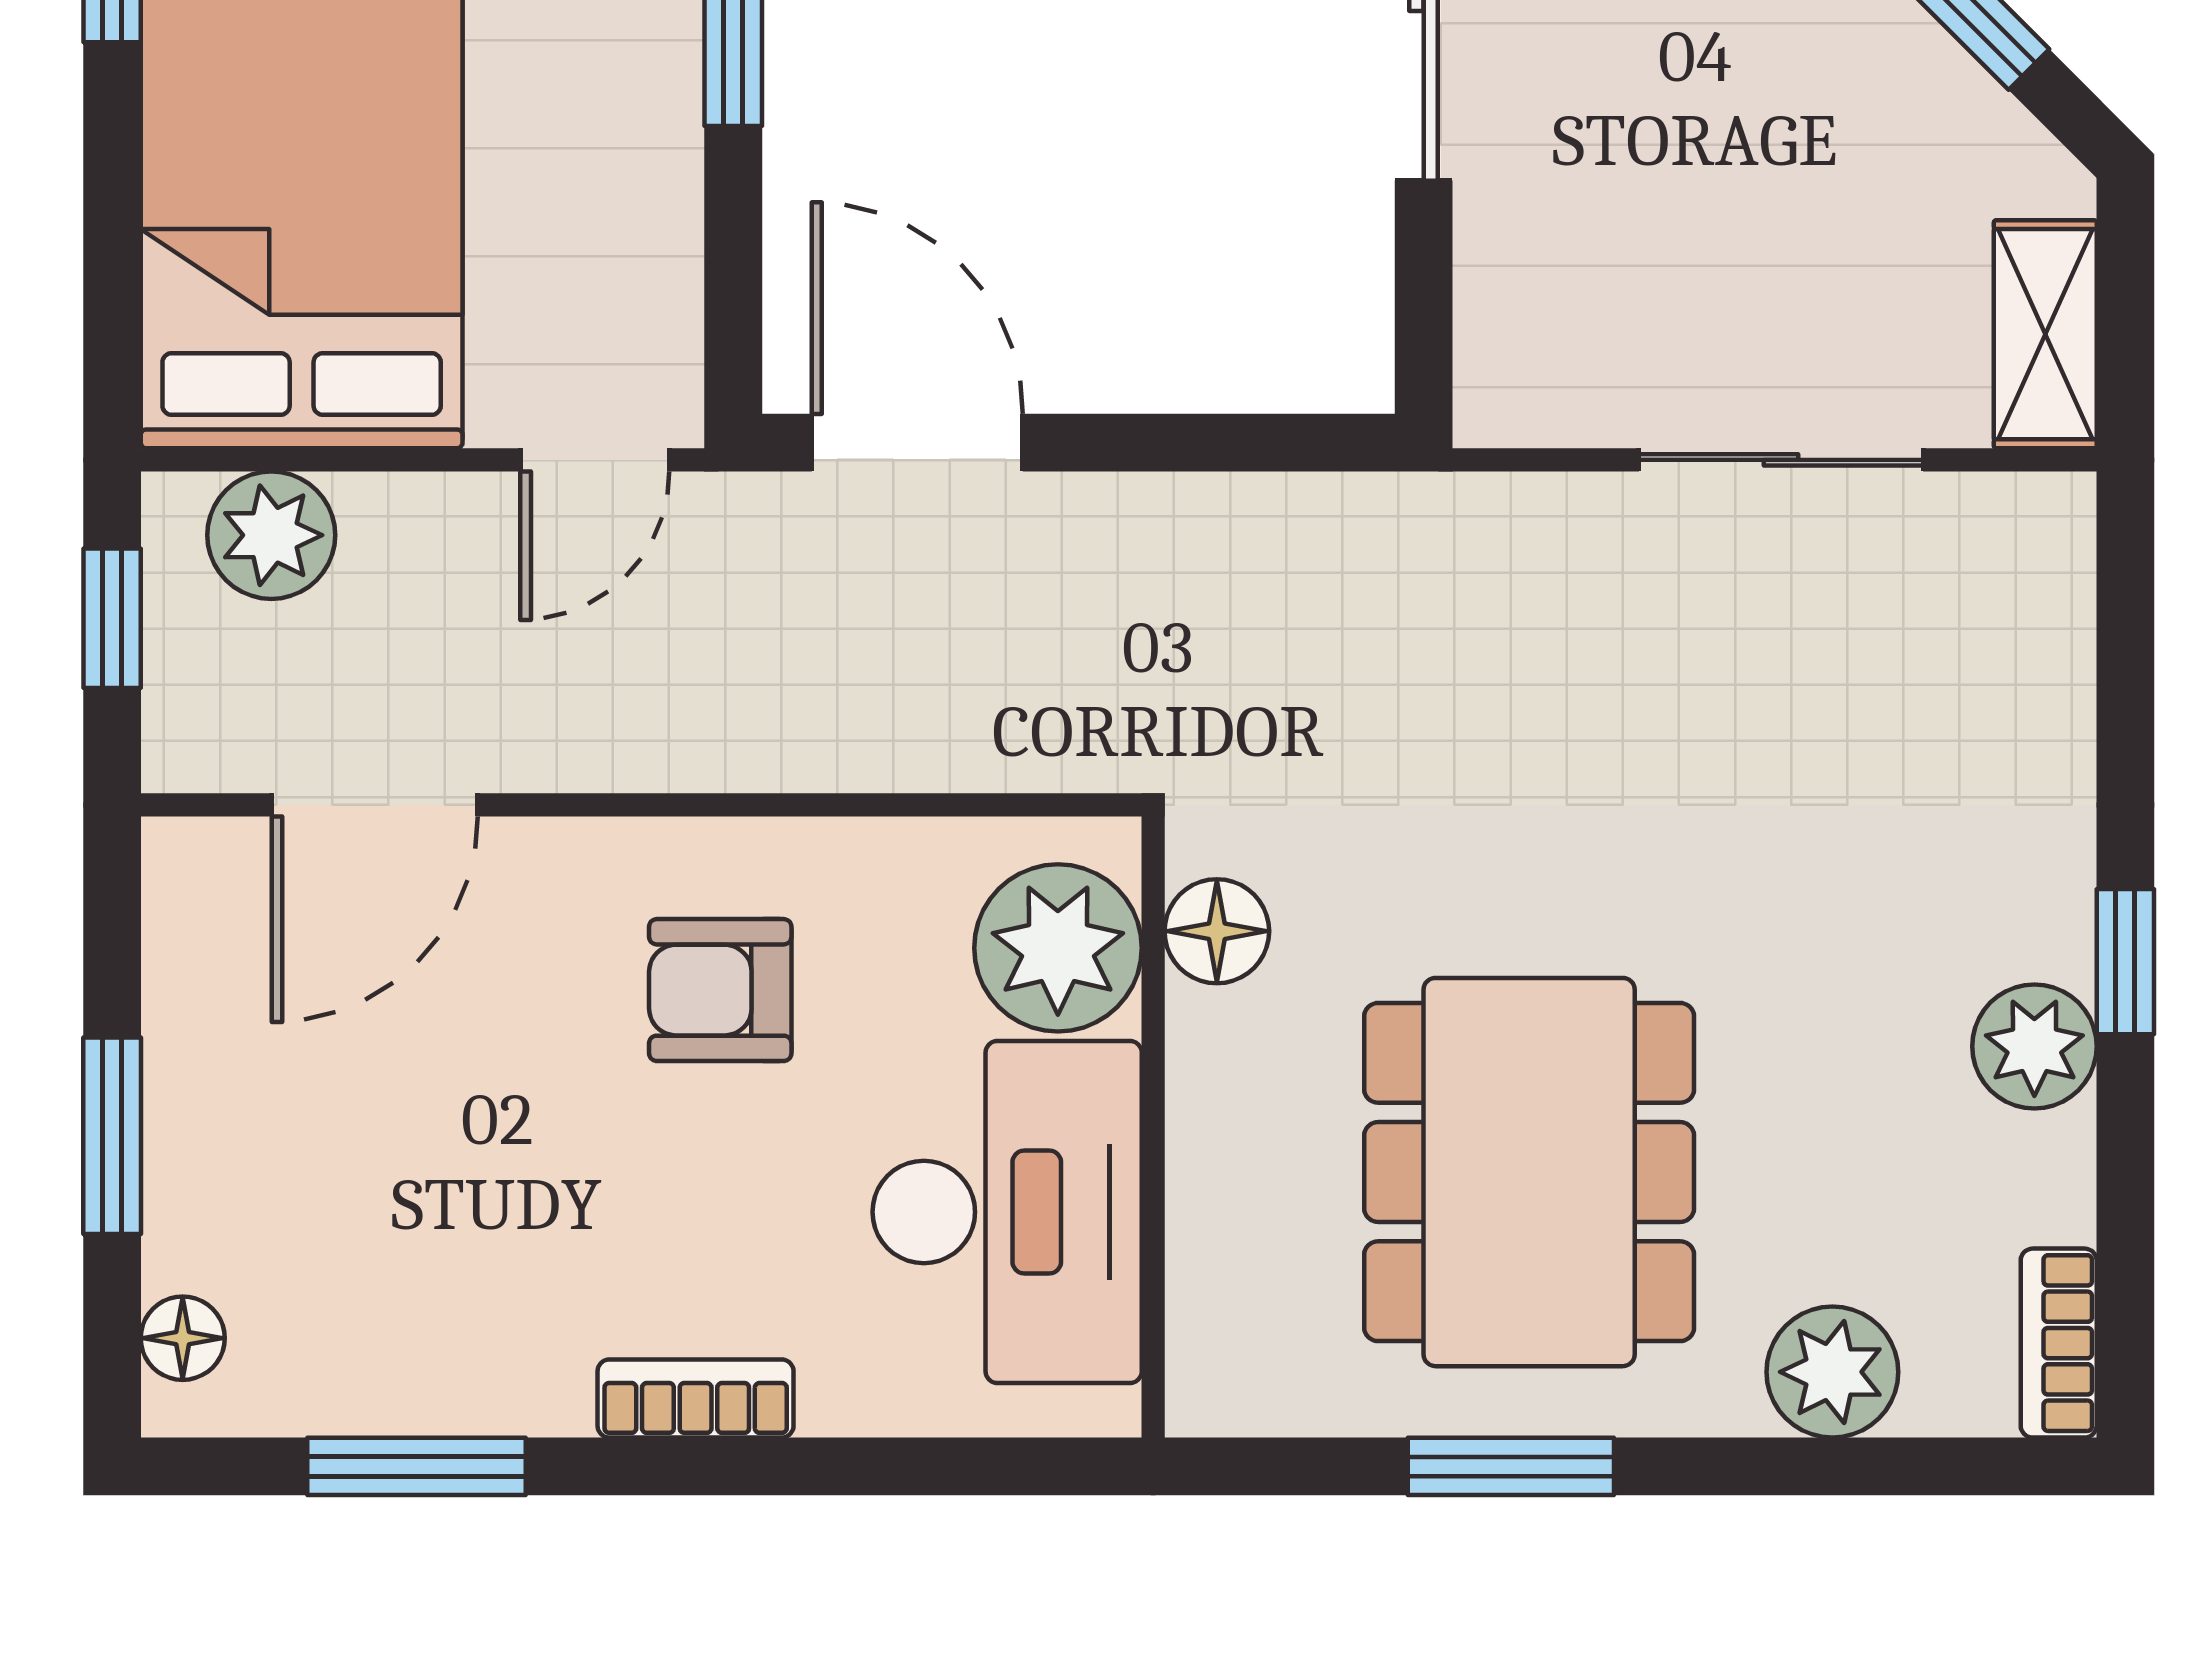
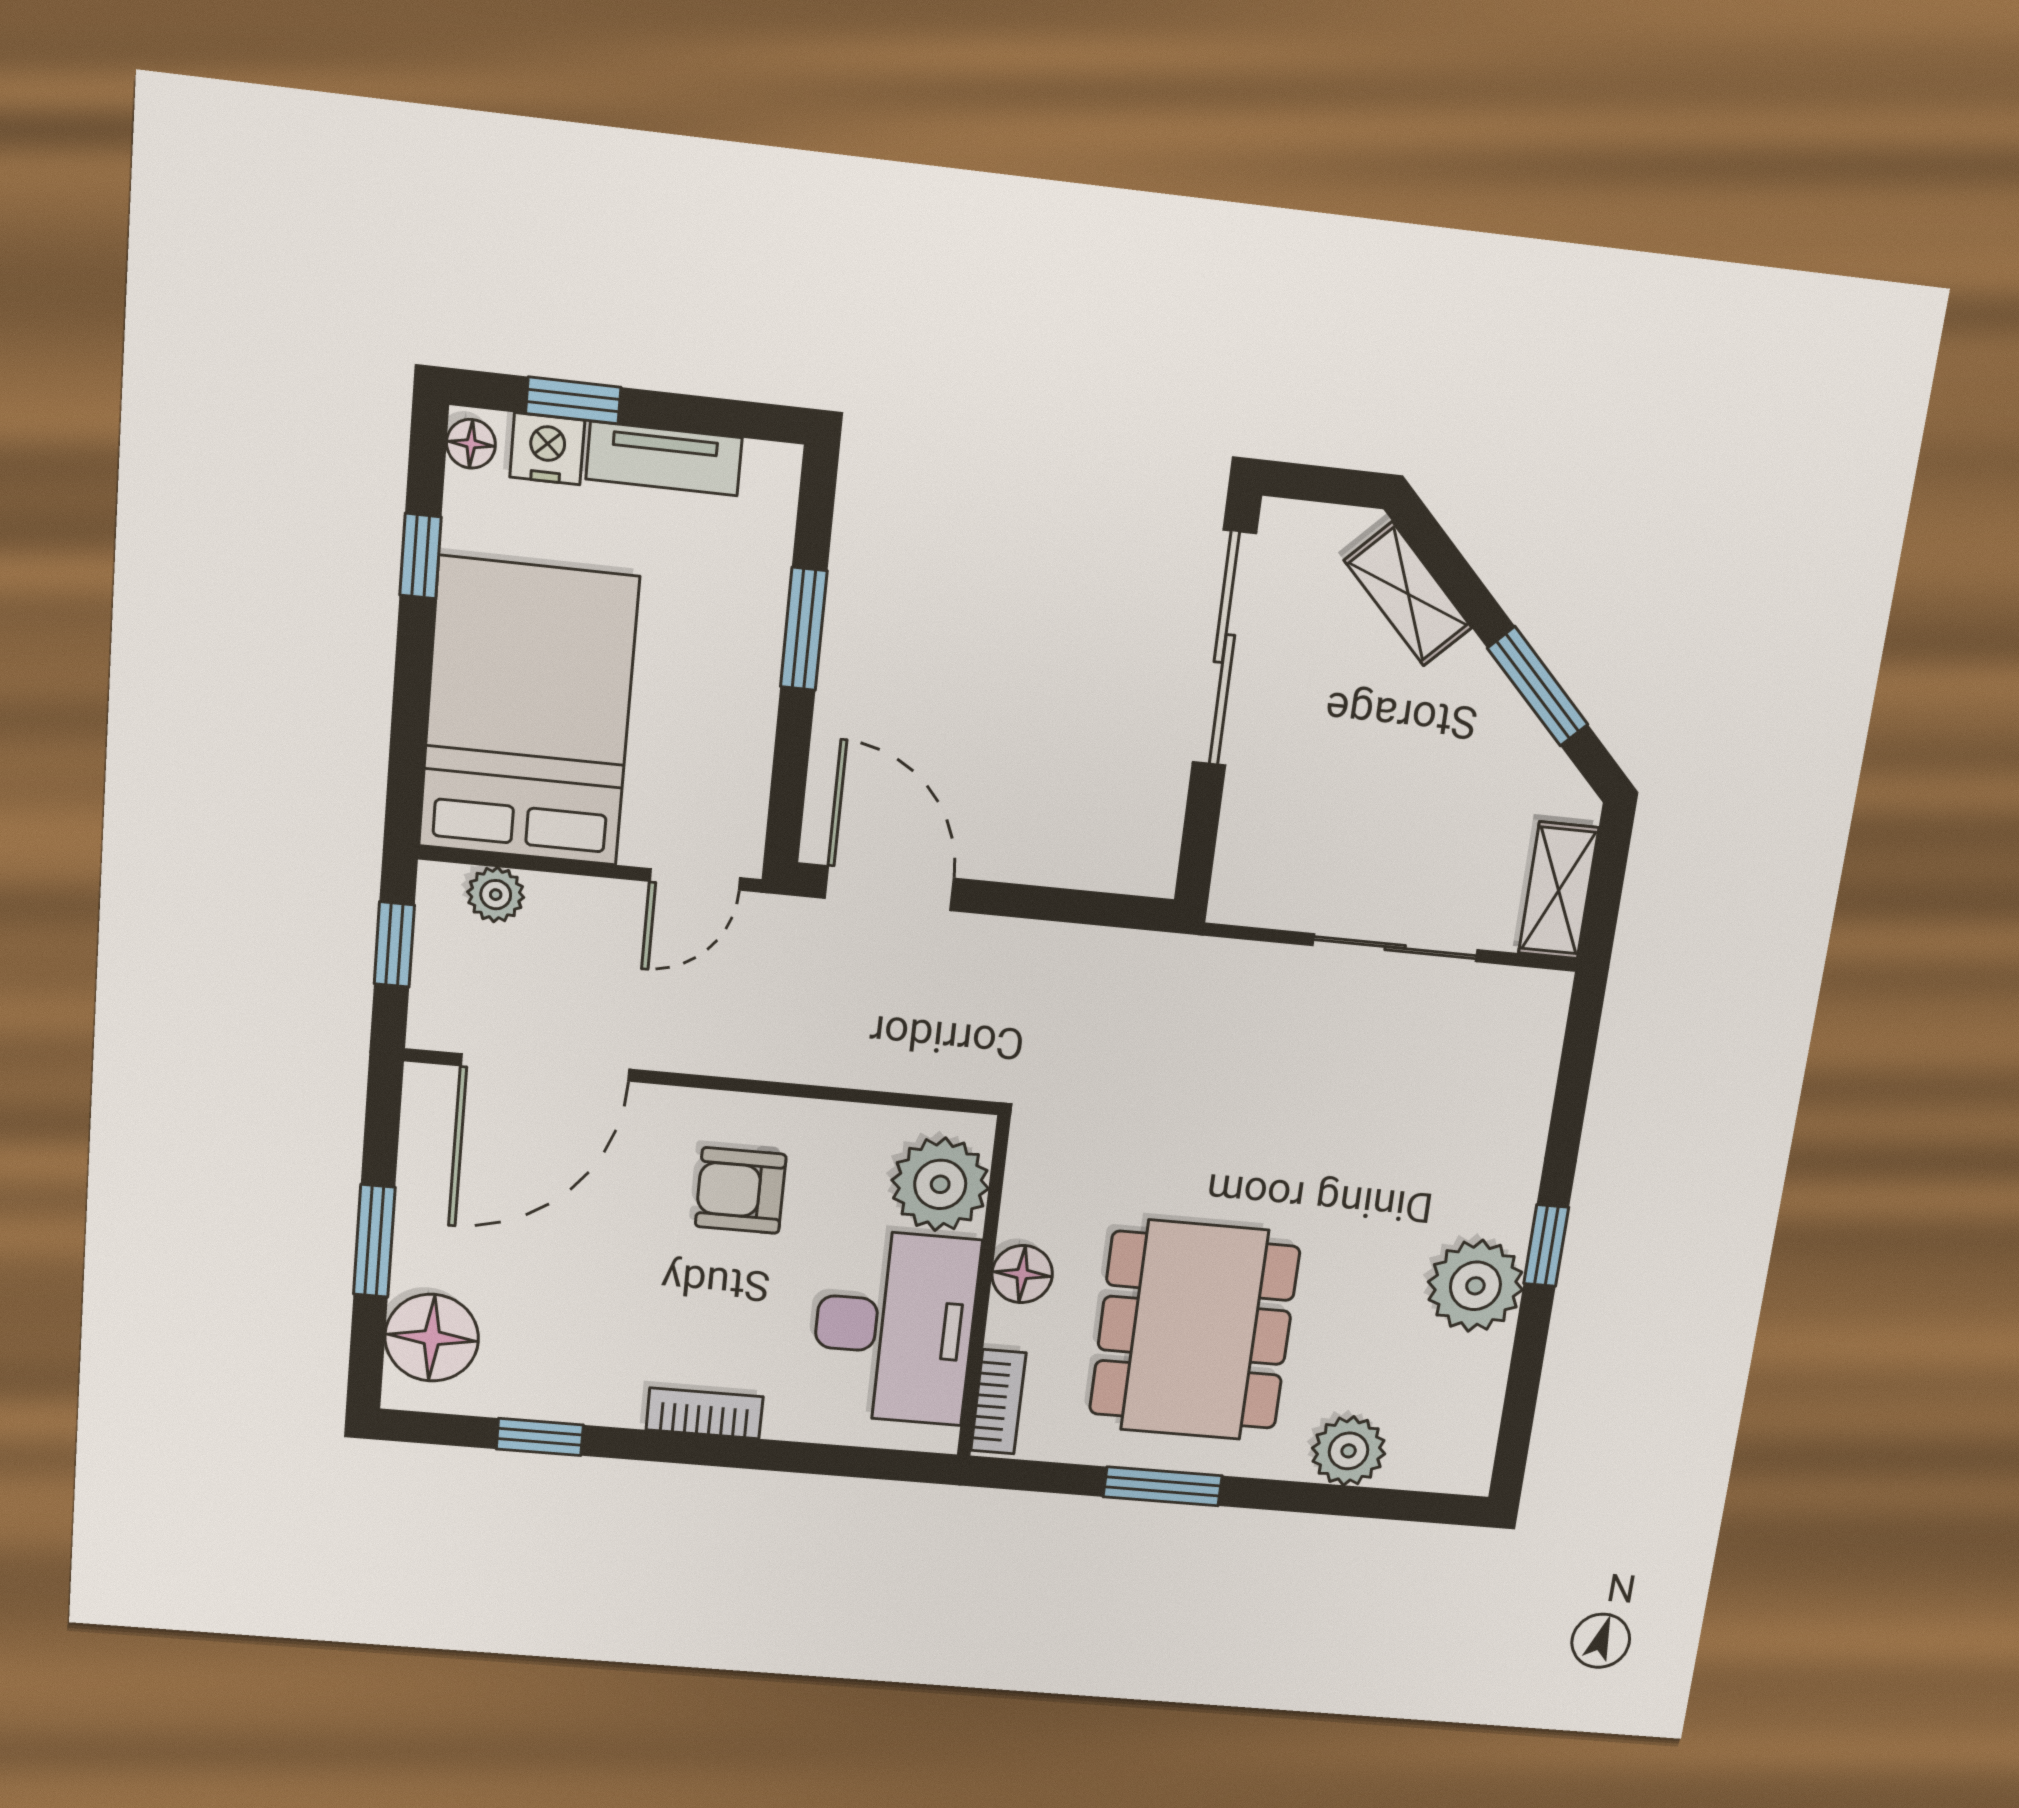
plant: (271, 535) -> (496, 895), width x0.73, depth x0.73
door: (375, 805) -> (545, 1067), width x1.36
floor lamp: (1217, 931) -> (1022, 1274), moved
plant: (2034, 1046) -> (1475, 1286), width x1.36, depth x1.36
floor lamp: (183, 1338) -> (432, 1338), width x1.89, depth x1.89
bookcase: (2059, 1343) -> (998, 1402), moved, turned 180
window: (417, 1466) -> (540, 1437), width x0.67

